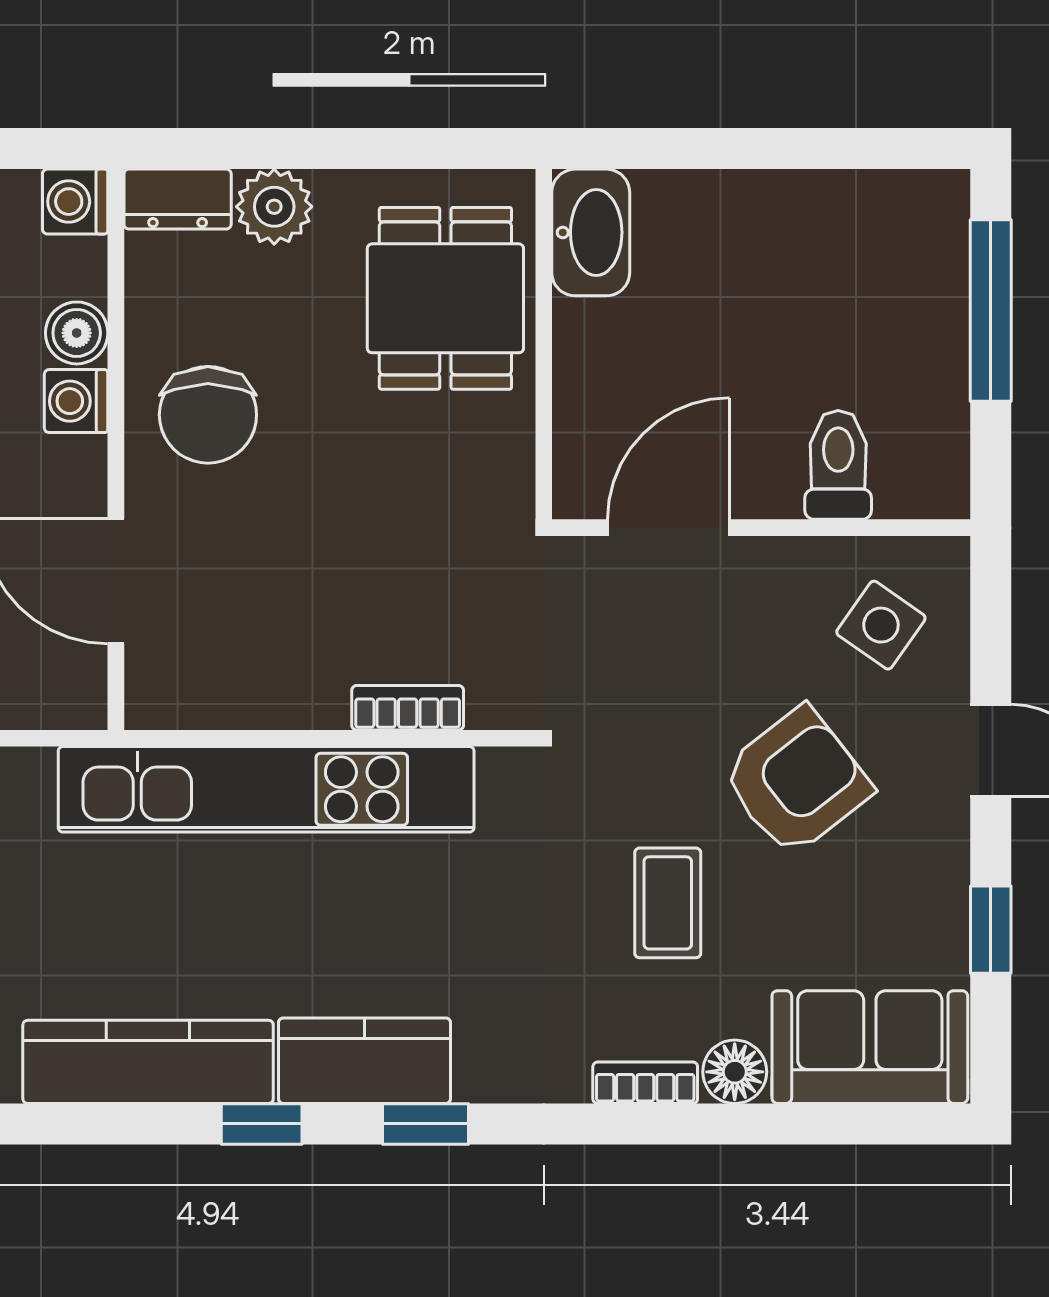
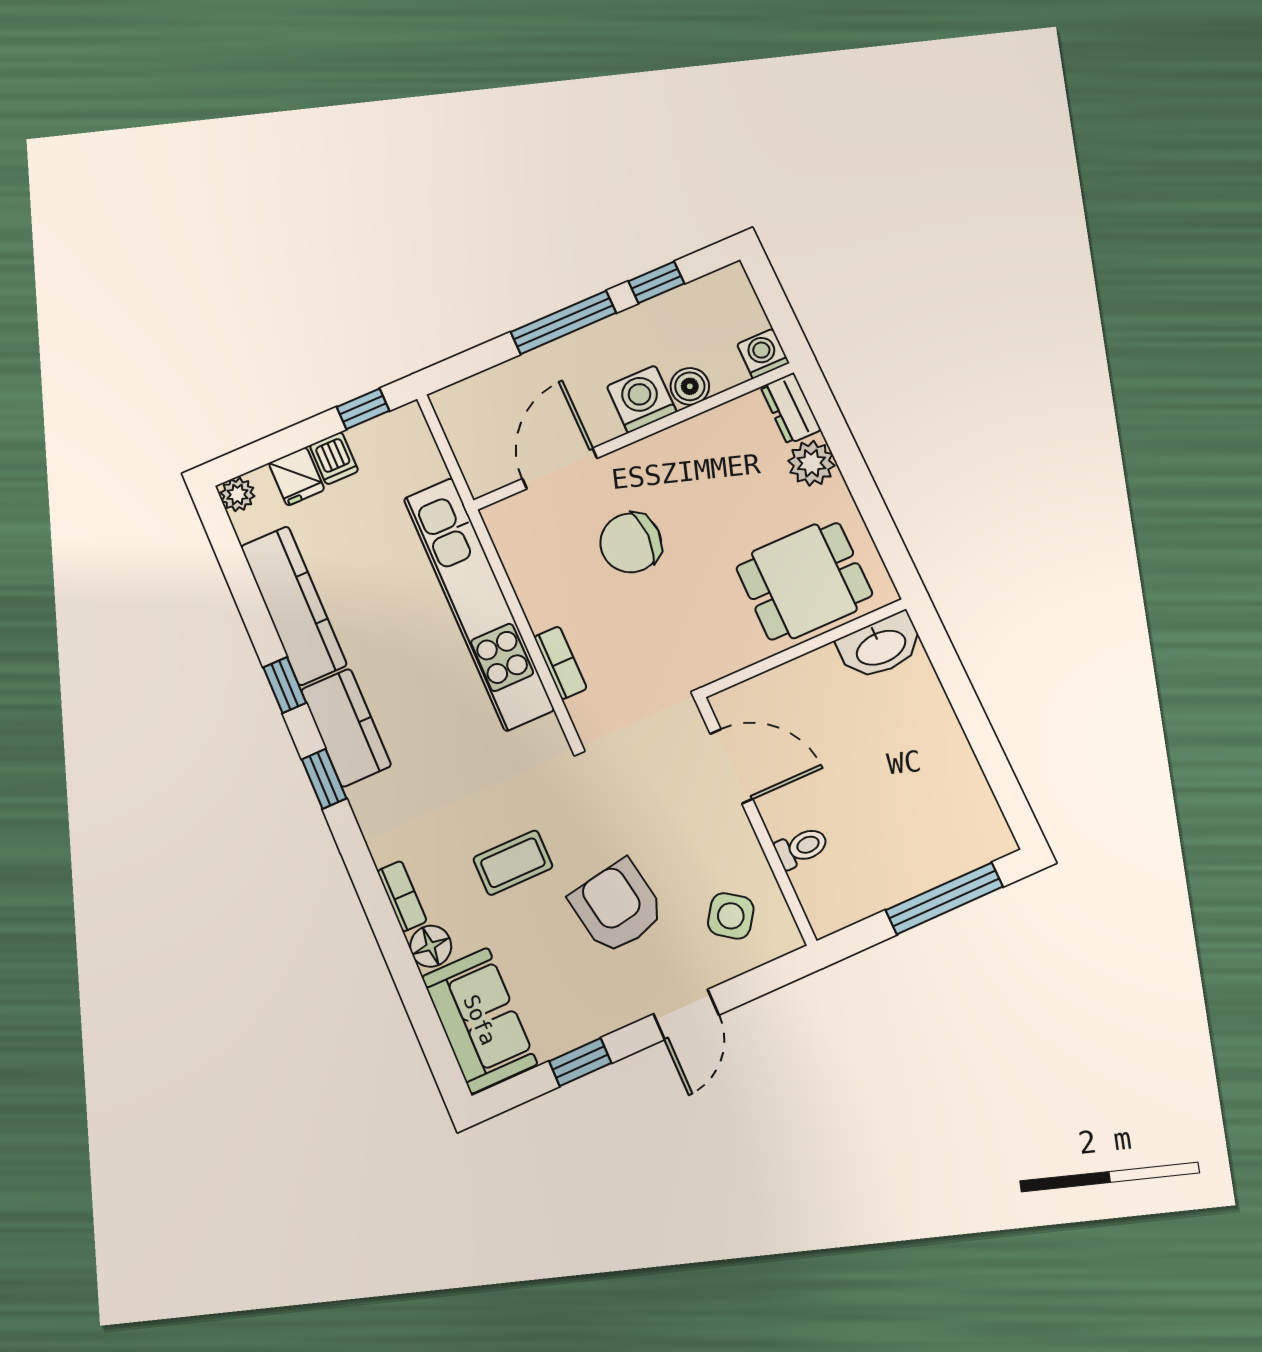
washing machine: (76, 401) -> (642, 399), width x1.38, depth x1.38
chair: (208, 415) -> (631, 543), moved
toilet: (838, 465) -> (802, 848), width x0.73, depth x0.72
armchair: (796, 781) -> (617, 907), turned -152

